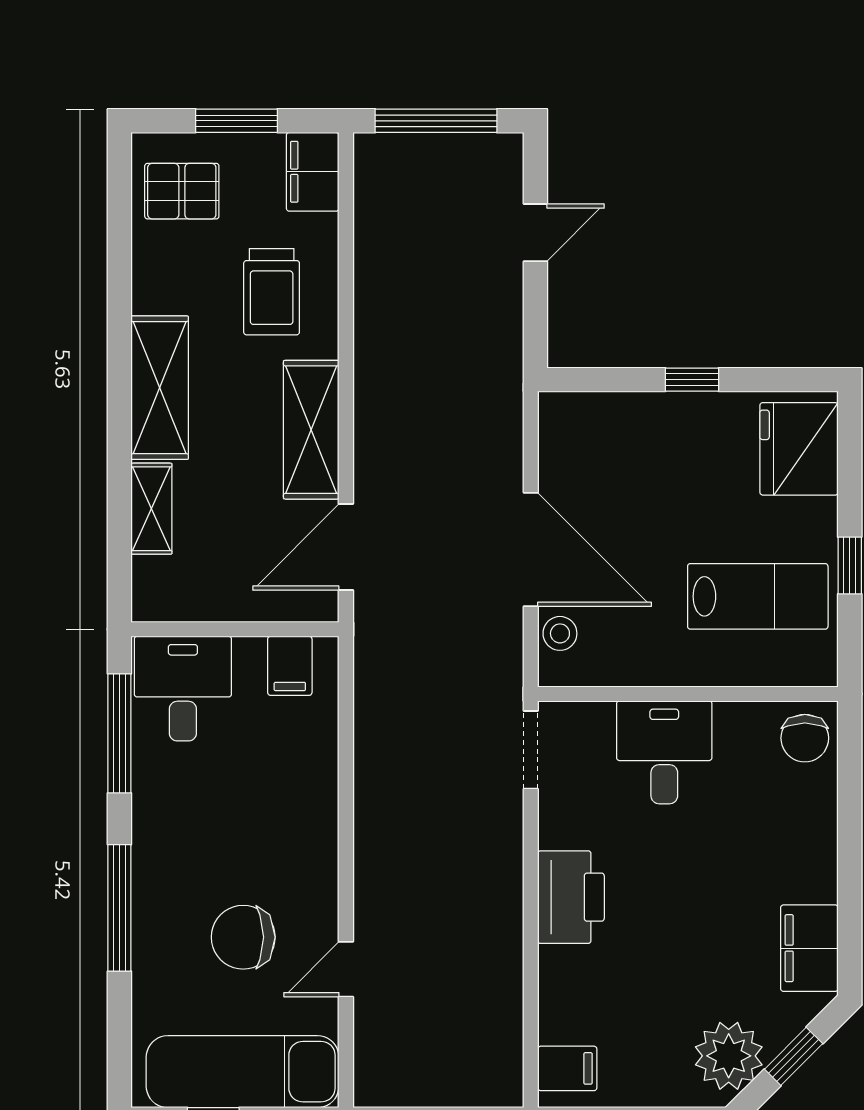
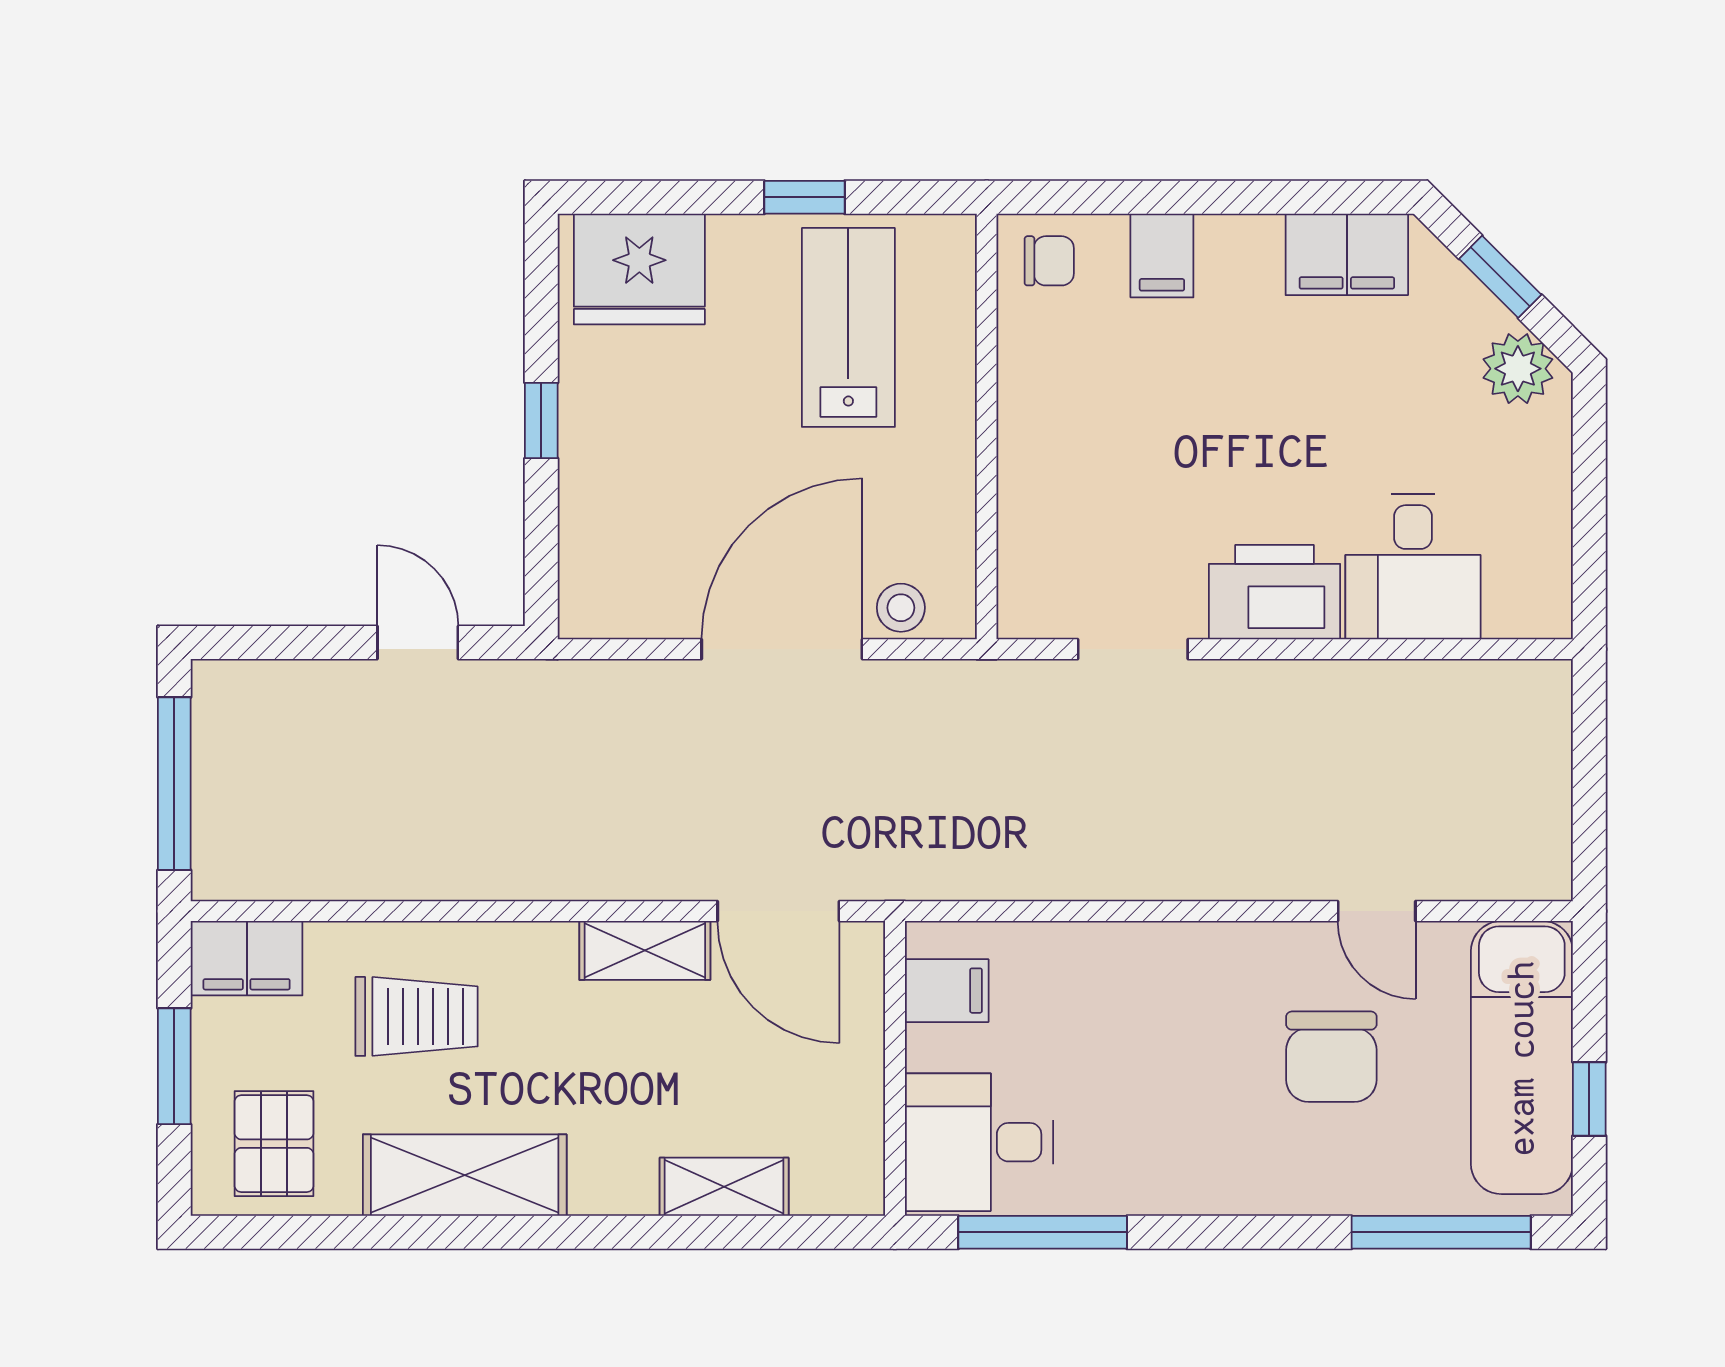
door: (535, 233) -> (418, 643), moved
shelving: (160, 388) -> (465, 1175), moved
shelving: (311, 430) -> (645, 950), width x0.67, depth x0.75
chair: (805, 738) -> (1049, 261), width x0.73, depth x0.73
doorway: (531, 750) -> (1133, 649), moved
desk: (664, 752) -> (1413, 566), moved, turned -90
window: (119, 908) -> (1441, 1232), moved
plant: (729, 1056) -> (1518, 369), width x0.73, depth x0.73
filing cabinet: (567, 1068) -> (1162, 255), moved, turned 180

